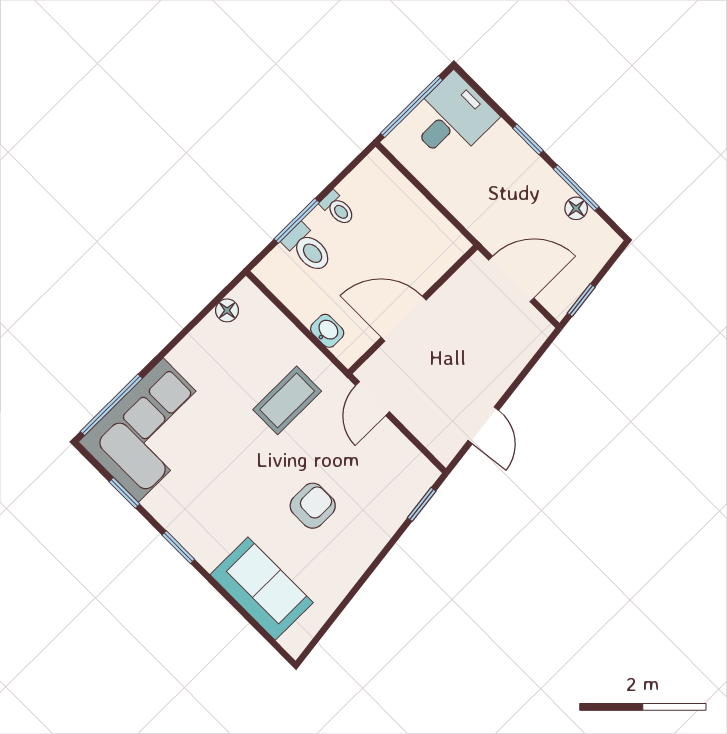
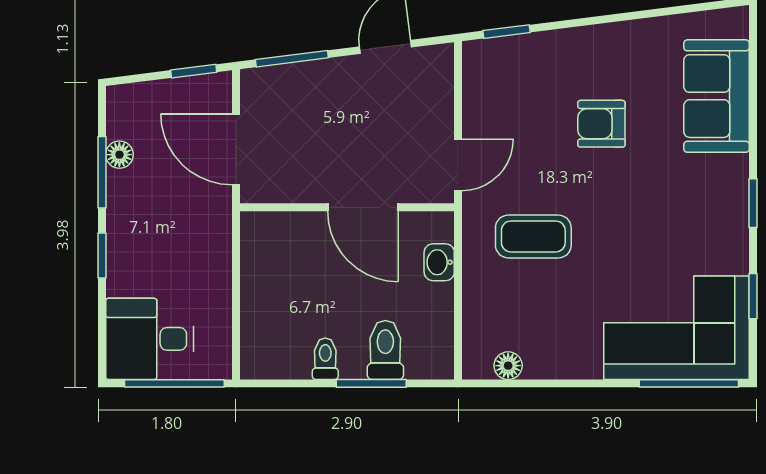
window: (531, 364) -> (292, 59), added

